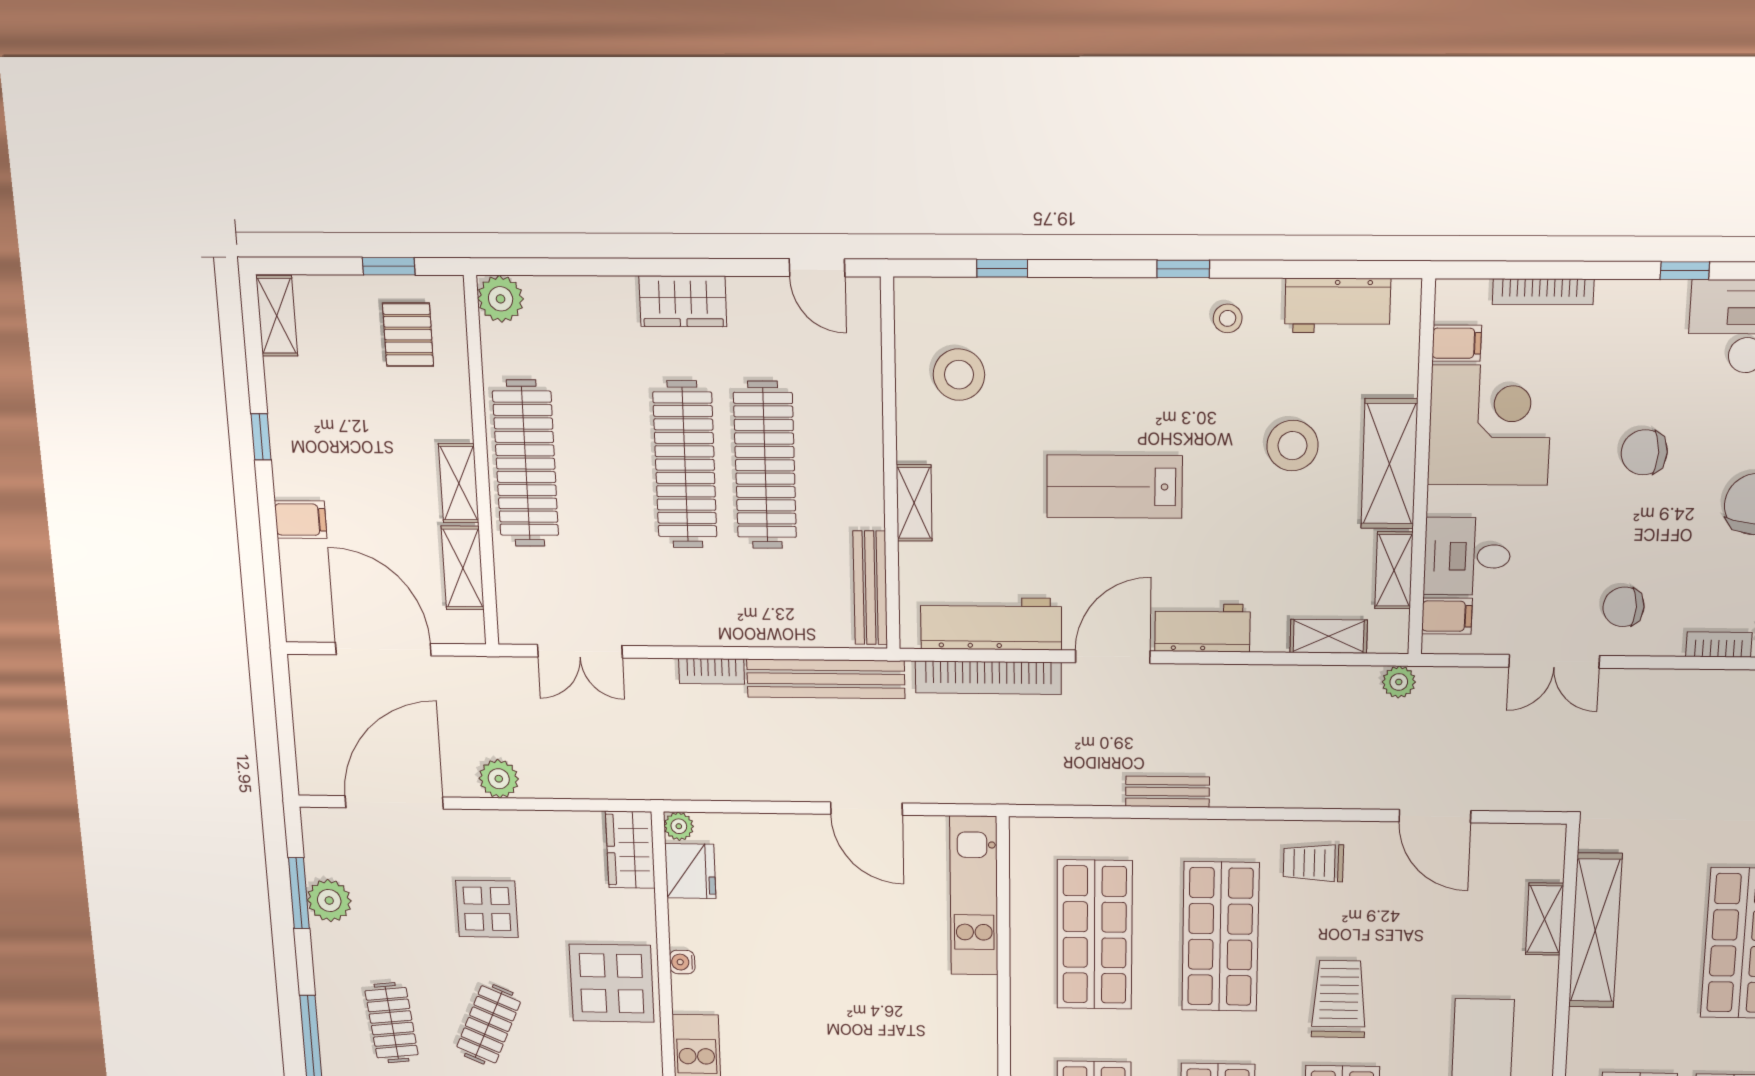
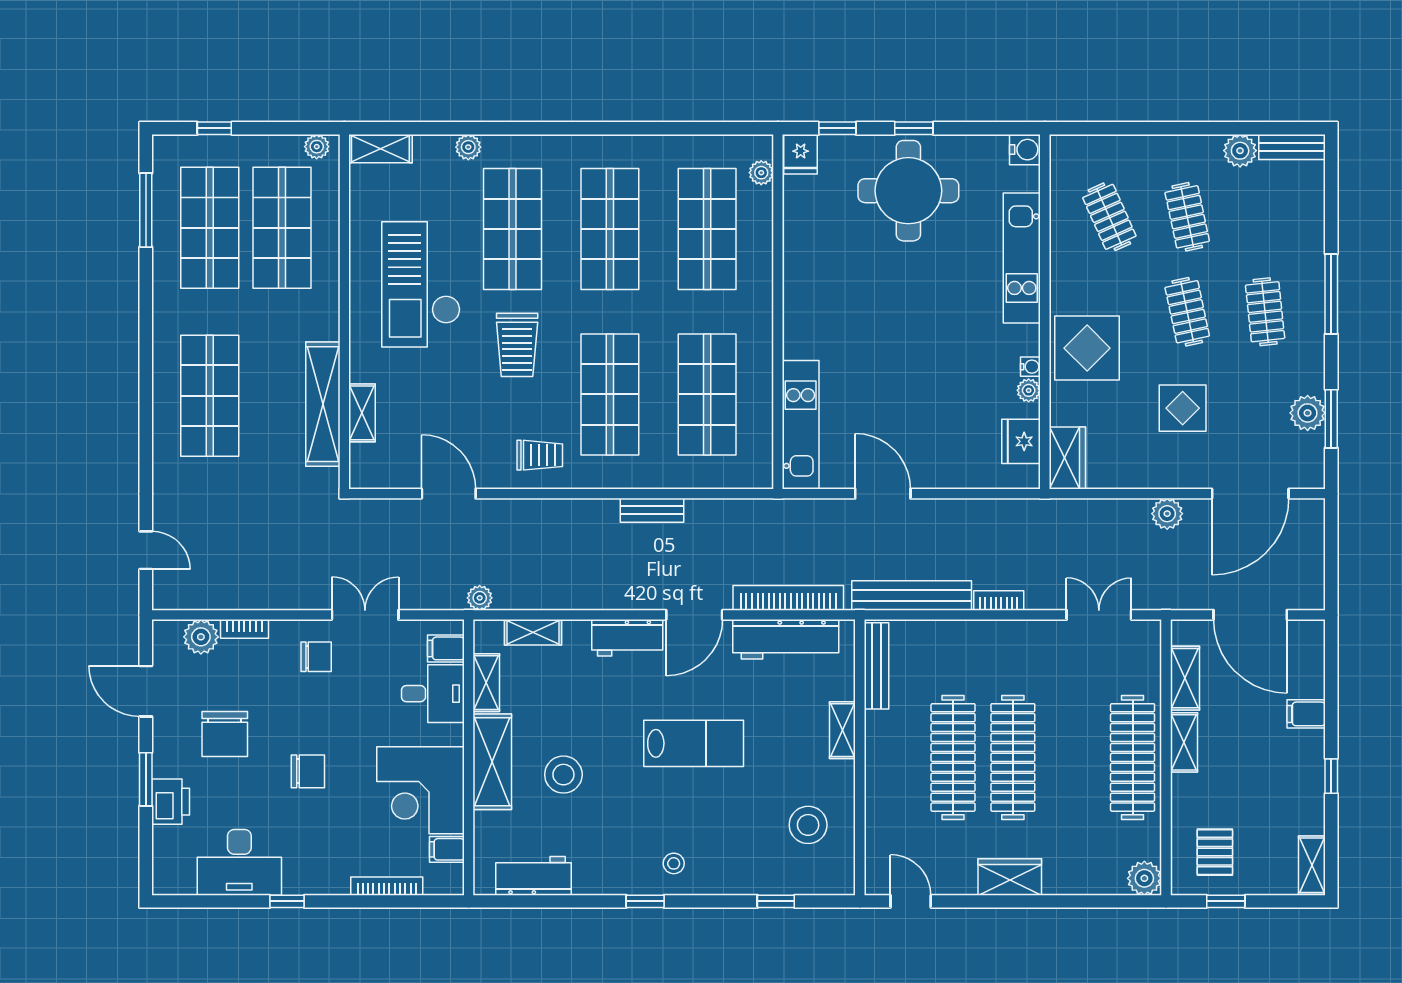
stool: (1228, 318) -> (674, 863), moved
plant: (679, 826) -> (1029, 390), moved
clothes rail: (489, 1024) -> (1187, 312), turned -36

